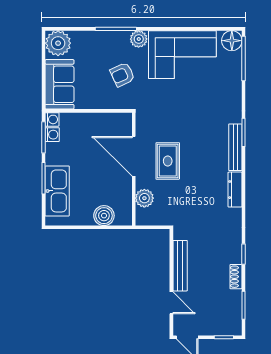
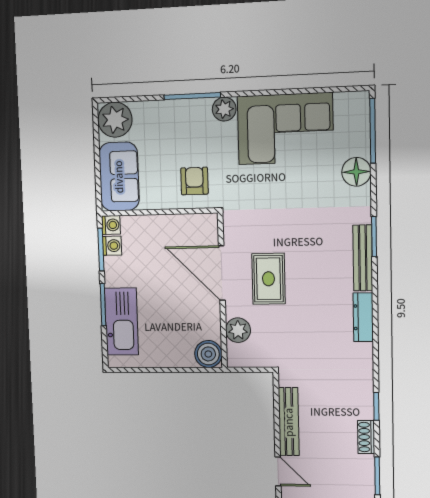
floor lamp: (232, 41) -> (356, 172), moved
armchair: (122, 75) -> (194, 181), moved, turned 115
boiler: (104, 216) -> (208, 354), moved

